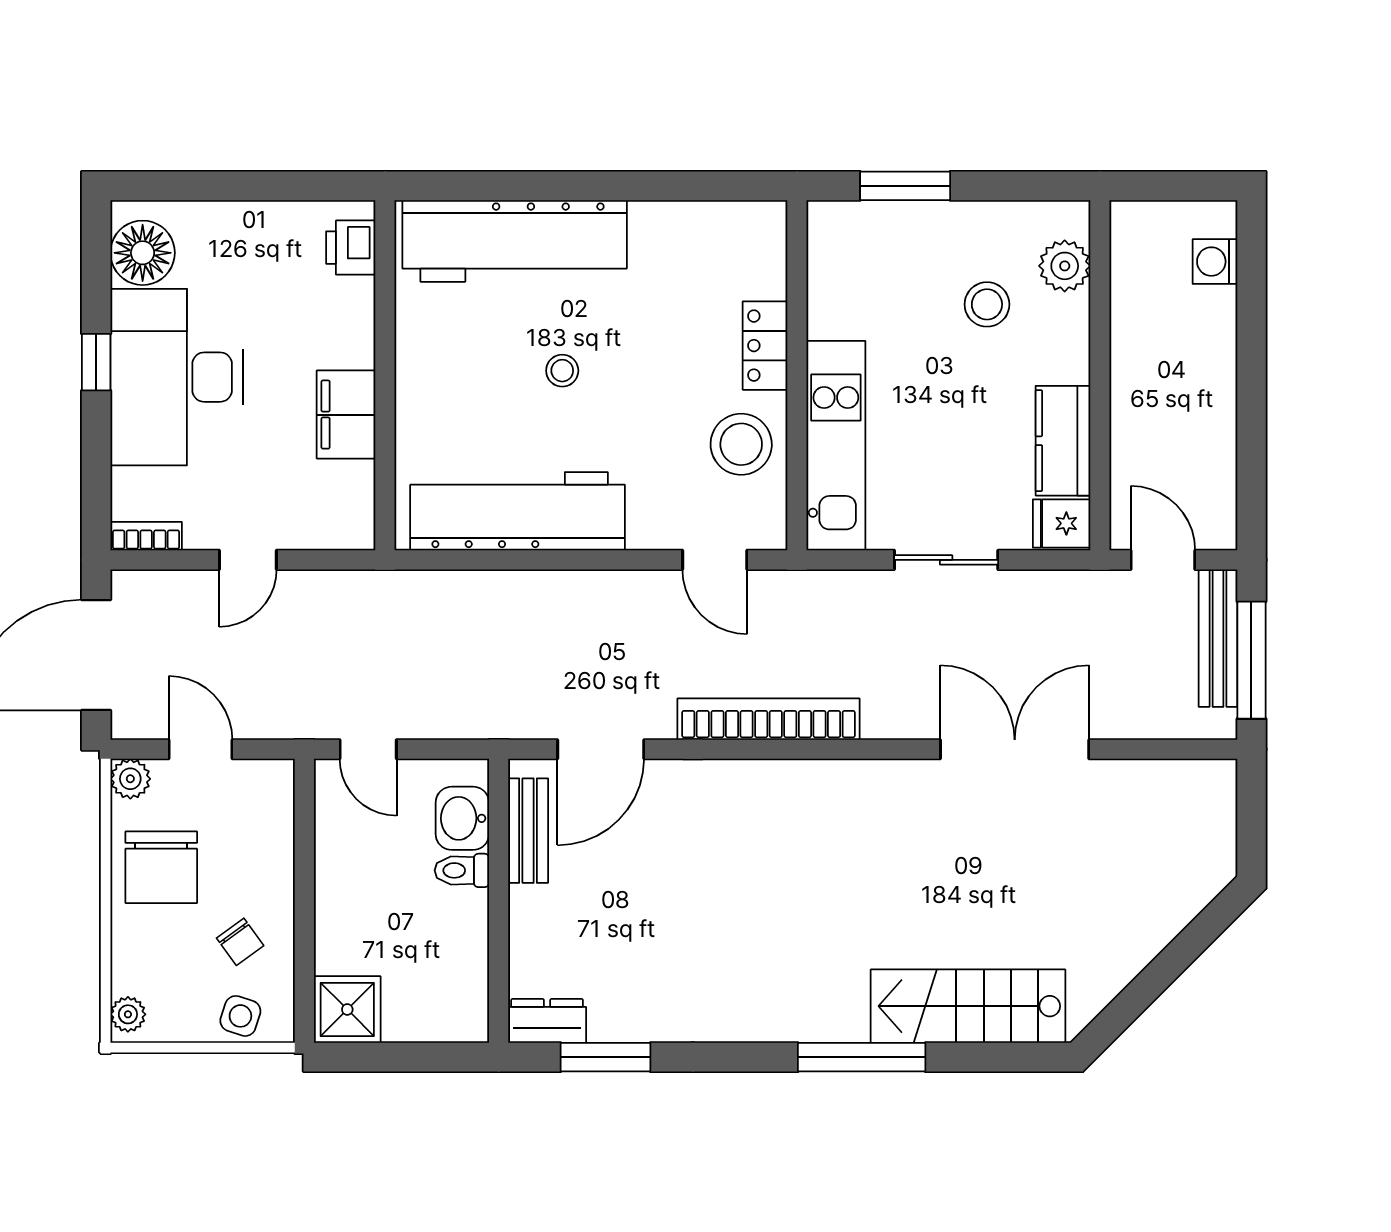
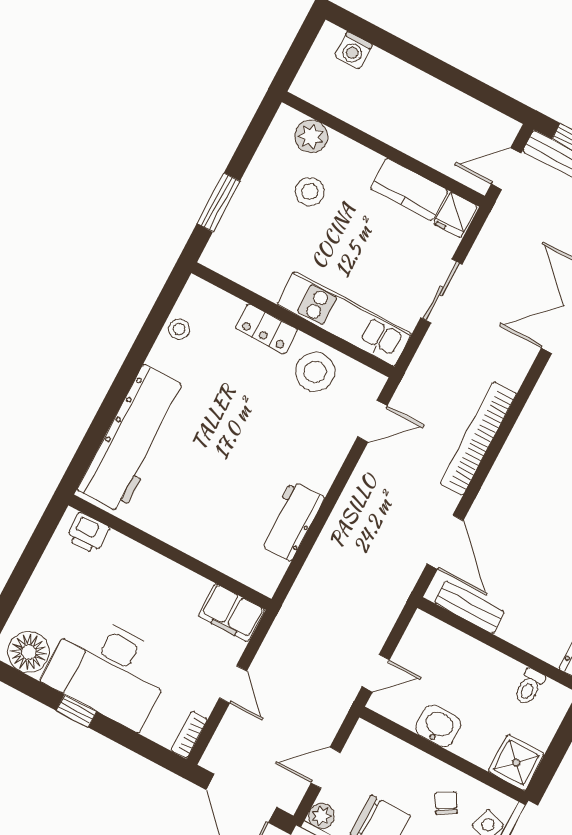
stool: (562, 371) -> (179, 329), moved
filing cabinet: (346, 415) -> (232, 613), moved
workbench: (518, 511) -> (292, 521), width x0.53, depth x0.76
washbasin: (462, 818) -> (438, 726), moved, turned 180
toilet: (462, 870) -> (529, 687), moved
chair: (240, 942) -> (446, 803), turned -85

